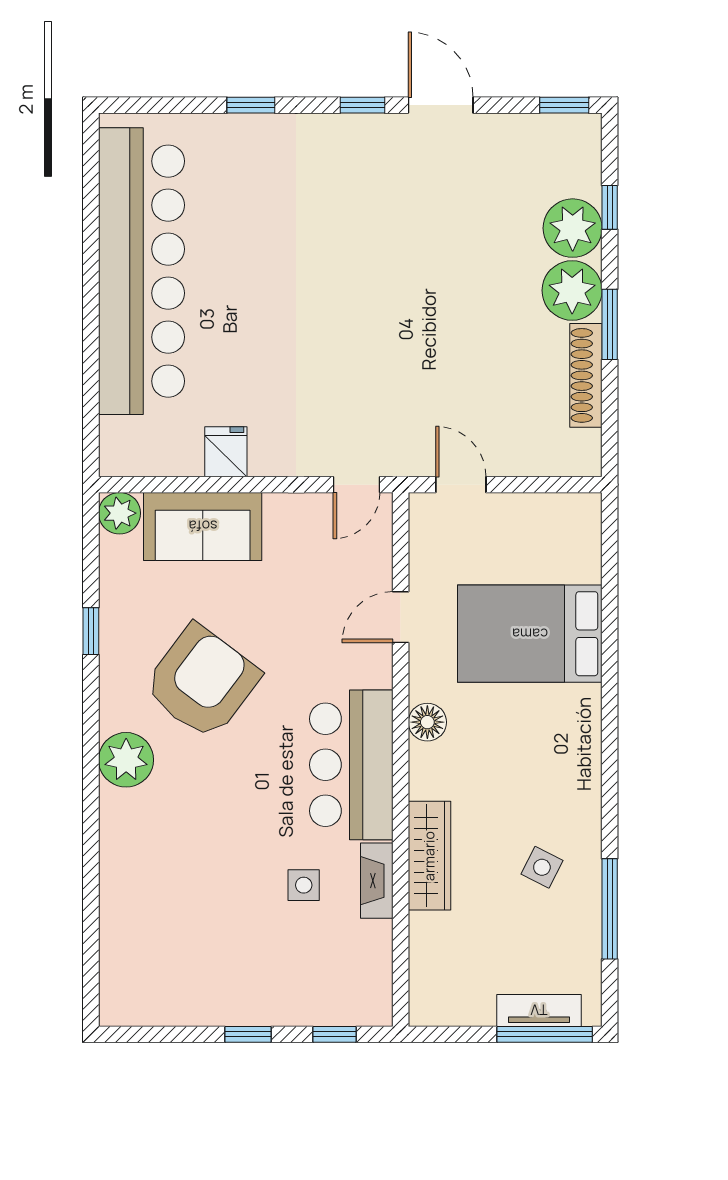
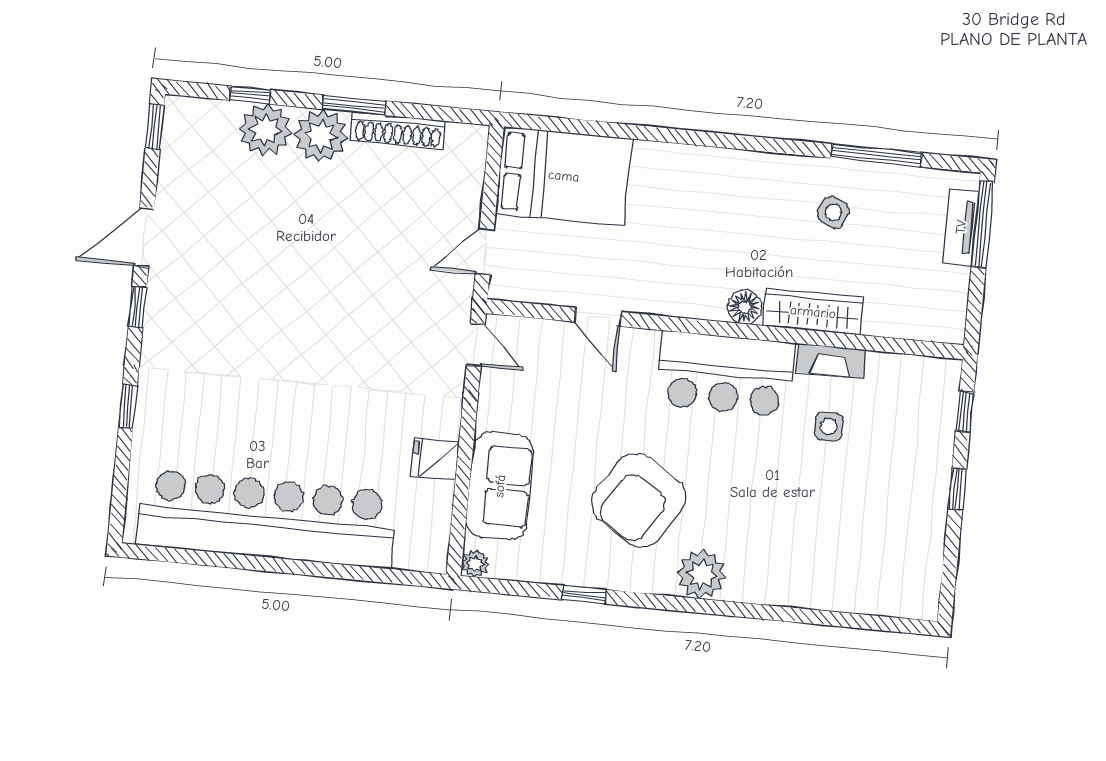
plant: (120, 513) -> (475, 564), width x0.73, depth x0.73
bed: (530, 634) -> (564, 176), moved, turned -90
armchair: (202, 682) -> (639, 500), turned -94
floor lamp: (427, 722) -> (745, 307), moved

